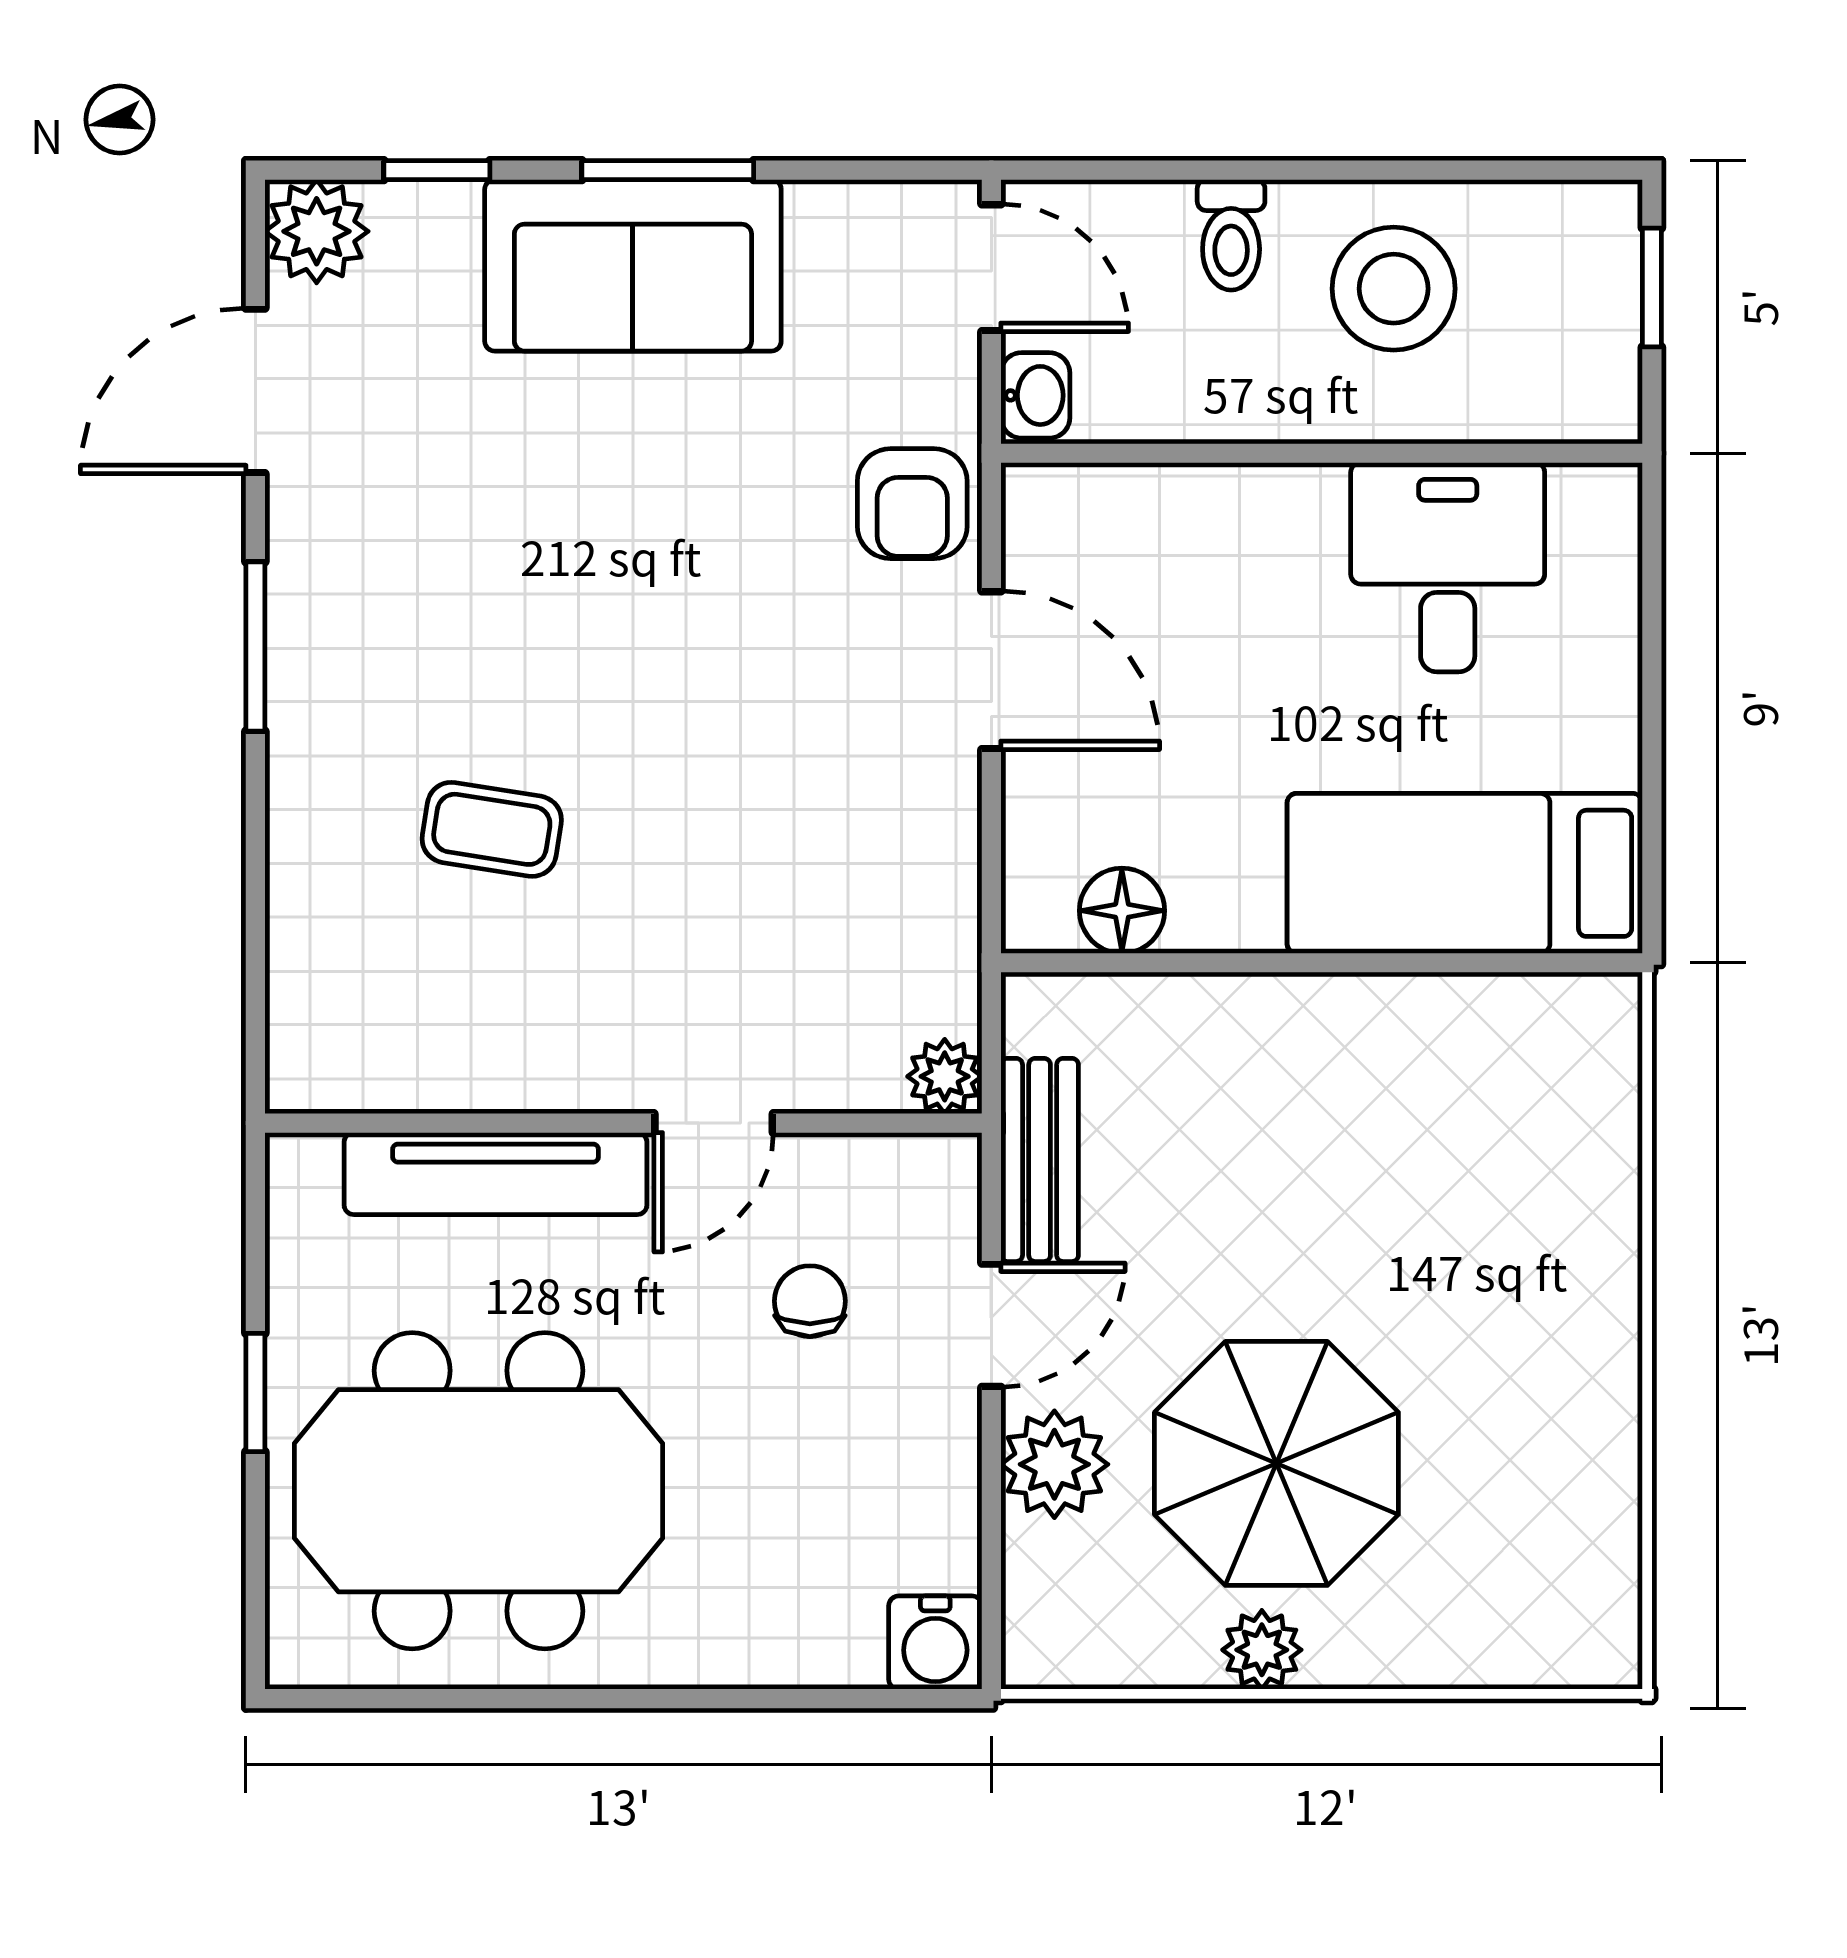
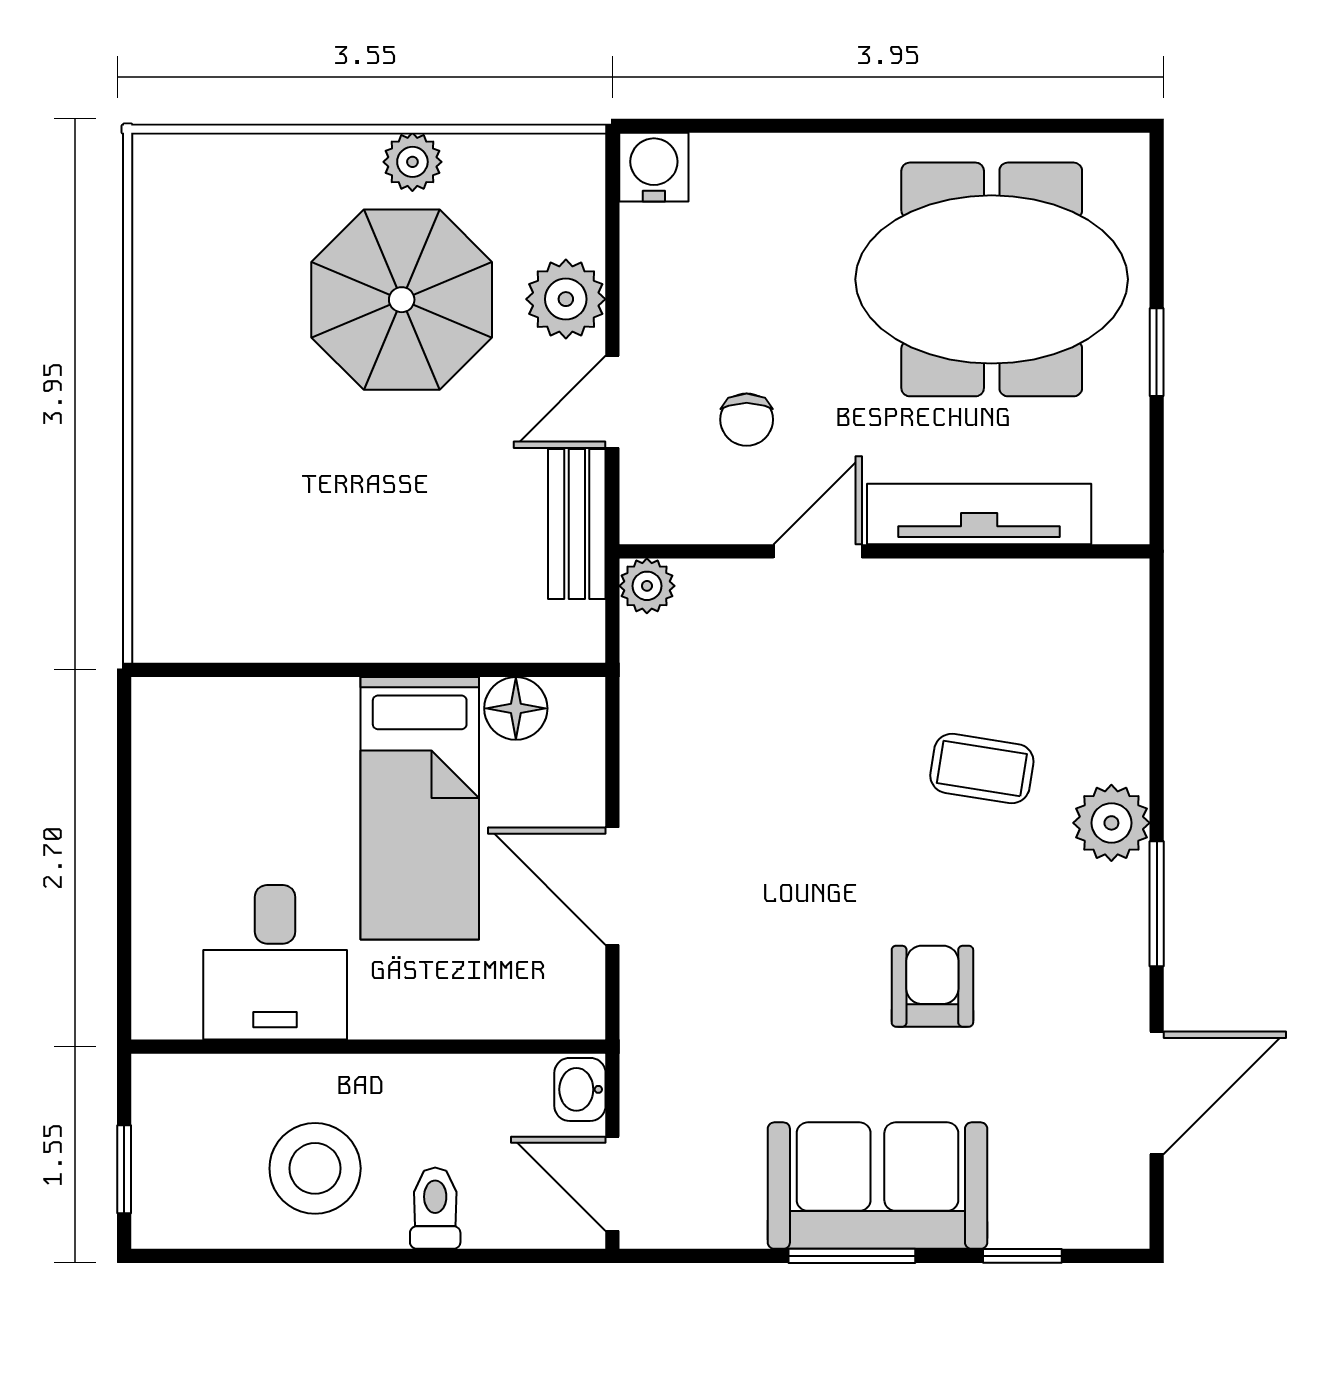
plant: (317, 231) -> (1111, 823), moved
armchair: (912, 504) -> (932, 986), moved
bed: (1465, 873) -> (420, 808), moved, turned 90

